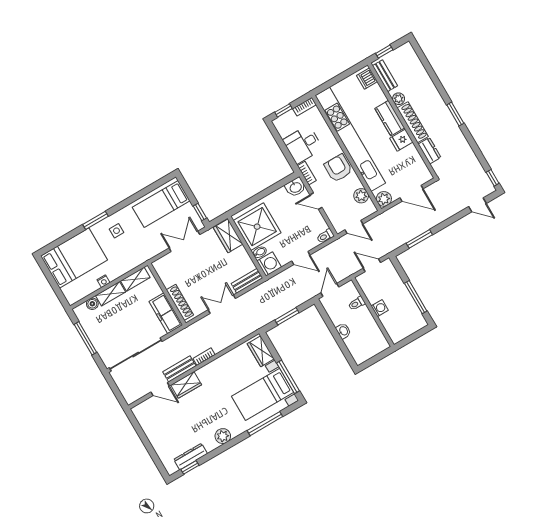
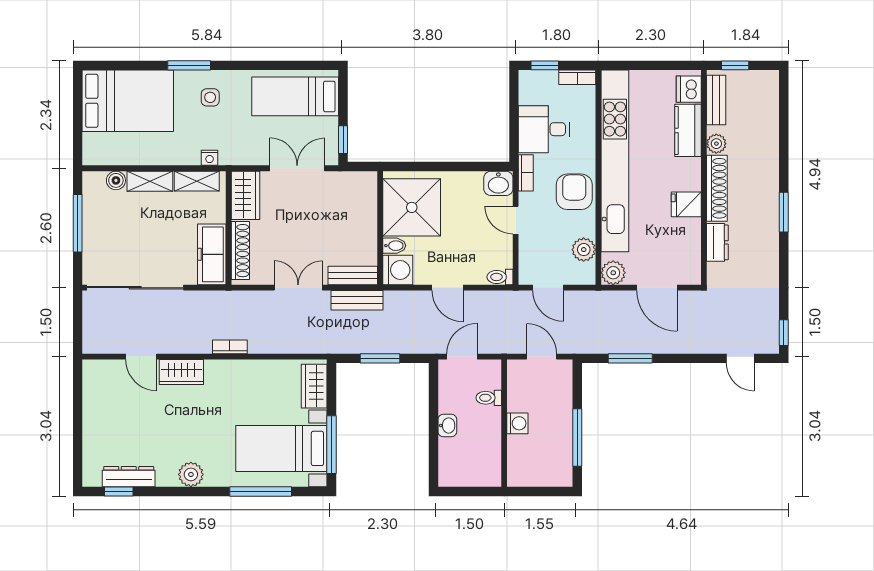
kitchen counter: (390, 118) -> (688, 130), moved
wardrobe: (228, 236) -> (246, 195), moved, turned 180
nightstand: (104, 281) -> (210, 158), moved
bench: (179, 369) -> (357, 300), moved

